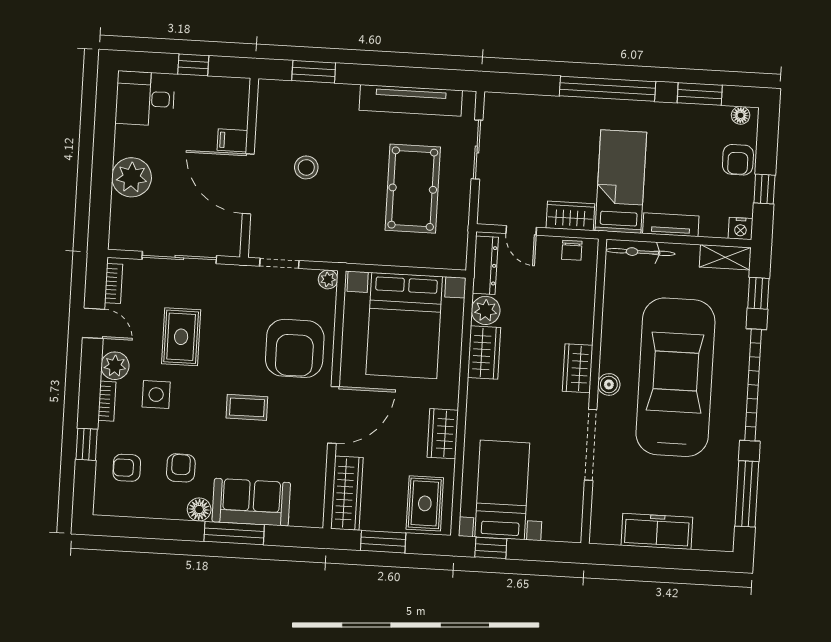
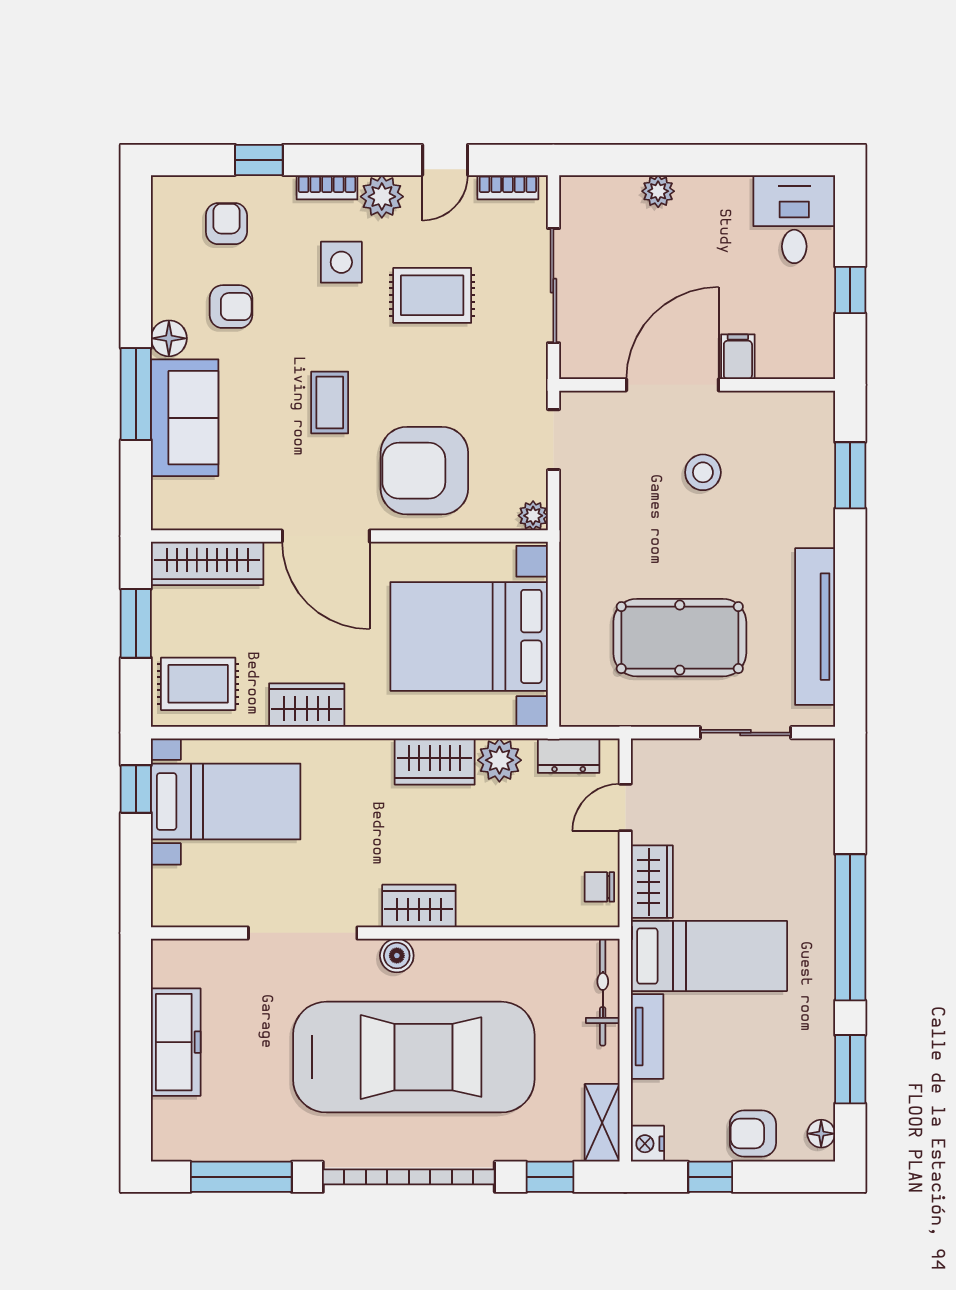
plant: (132, 177) -> (658, 191), width x0.53, depth x0.53
dresser: (485, 265) -> (569, 756), width x0.70

